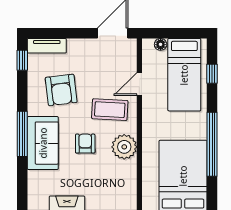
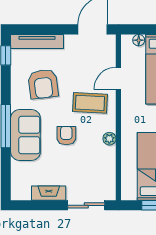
tv unit: (47, 46) -> (37, 41), width x1.41
plant: (124, 147) -> (109, 139), width x0.53, depth x0.53

